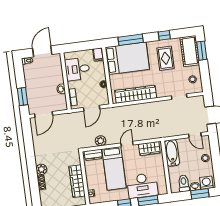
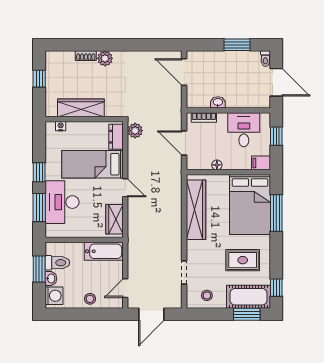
window: (164, 35) -> (276, 288), moved
window: (79, 47) -> (276, 136), added
window: (22, 96) -> (237, 45), moved
plant: (101, 141) -> (135, 131), moved
window: (200, 194) -> (39, 269), moved

